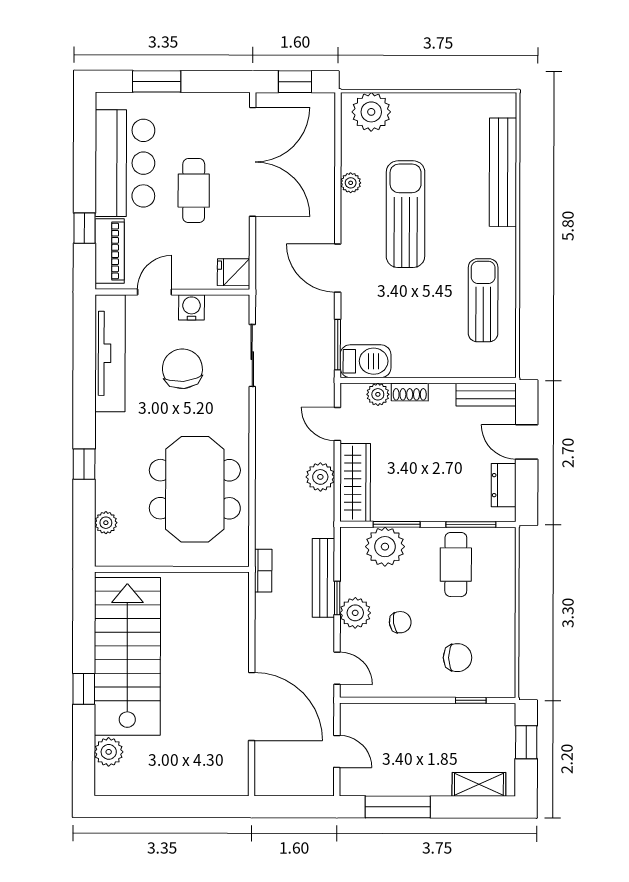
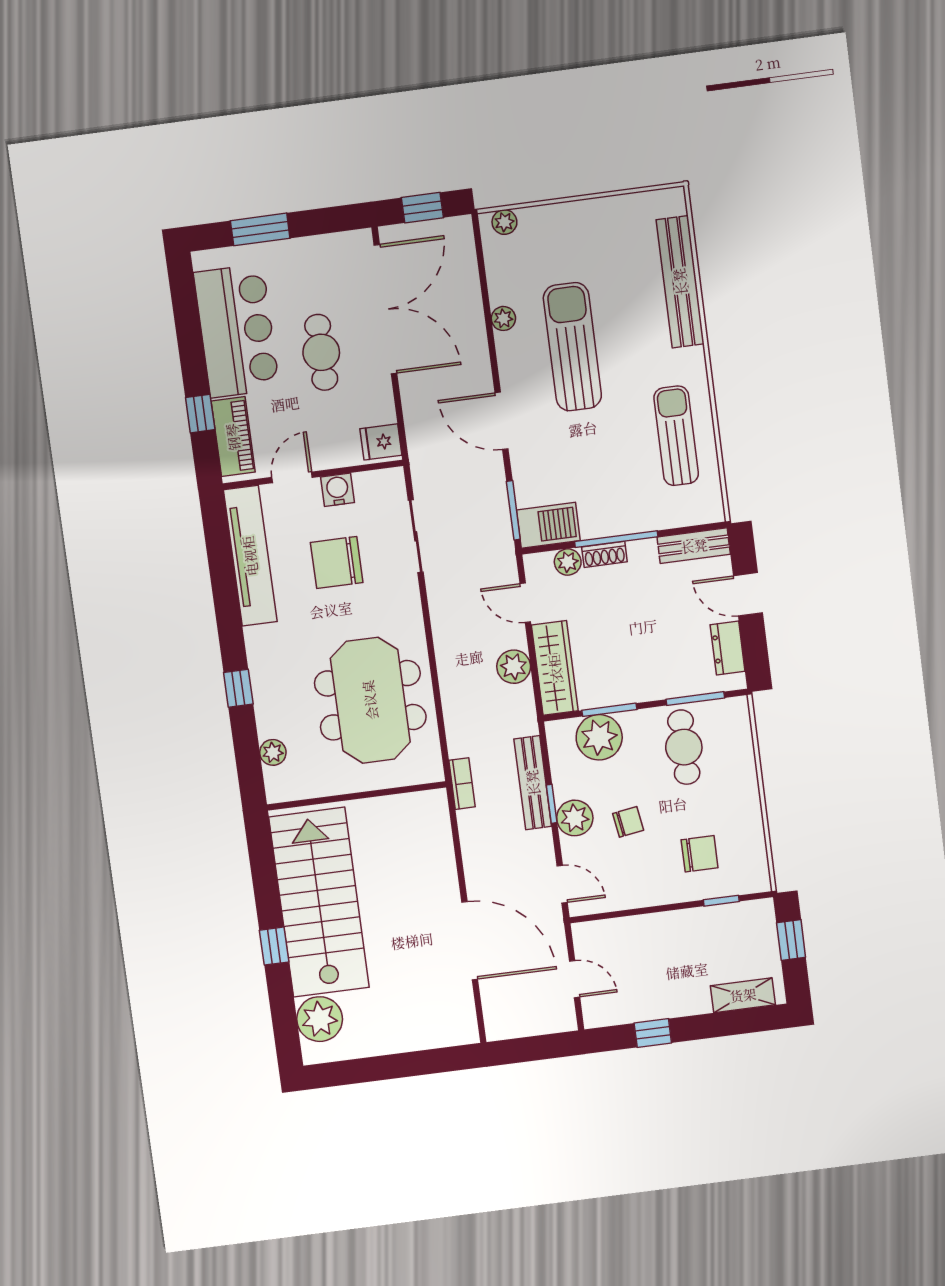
plant: (371, 112) -> (504, 222), width x0.53, depth x0.53
chair: (182, 369) -> (337, 563), turned -85
window: (421, 380) -> (616, 539), added
plant: (109, 752) -> (320, 1019), width x1.36, depth x1.36
window: (398, 807) -> (653, 1033), width x0.46

